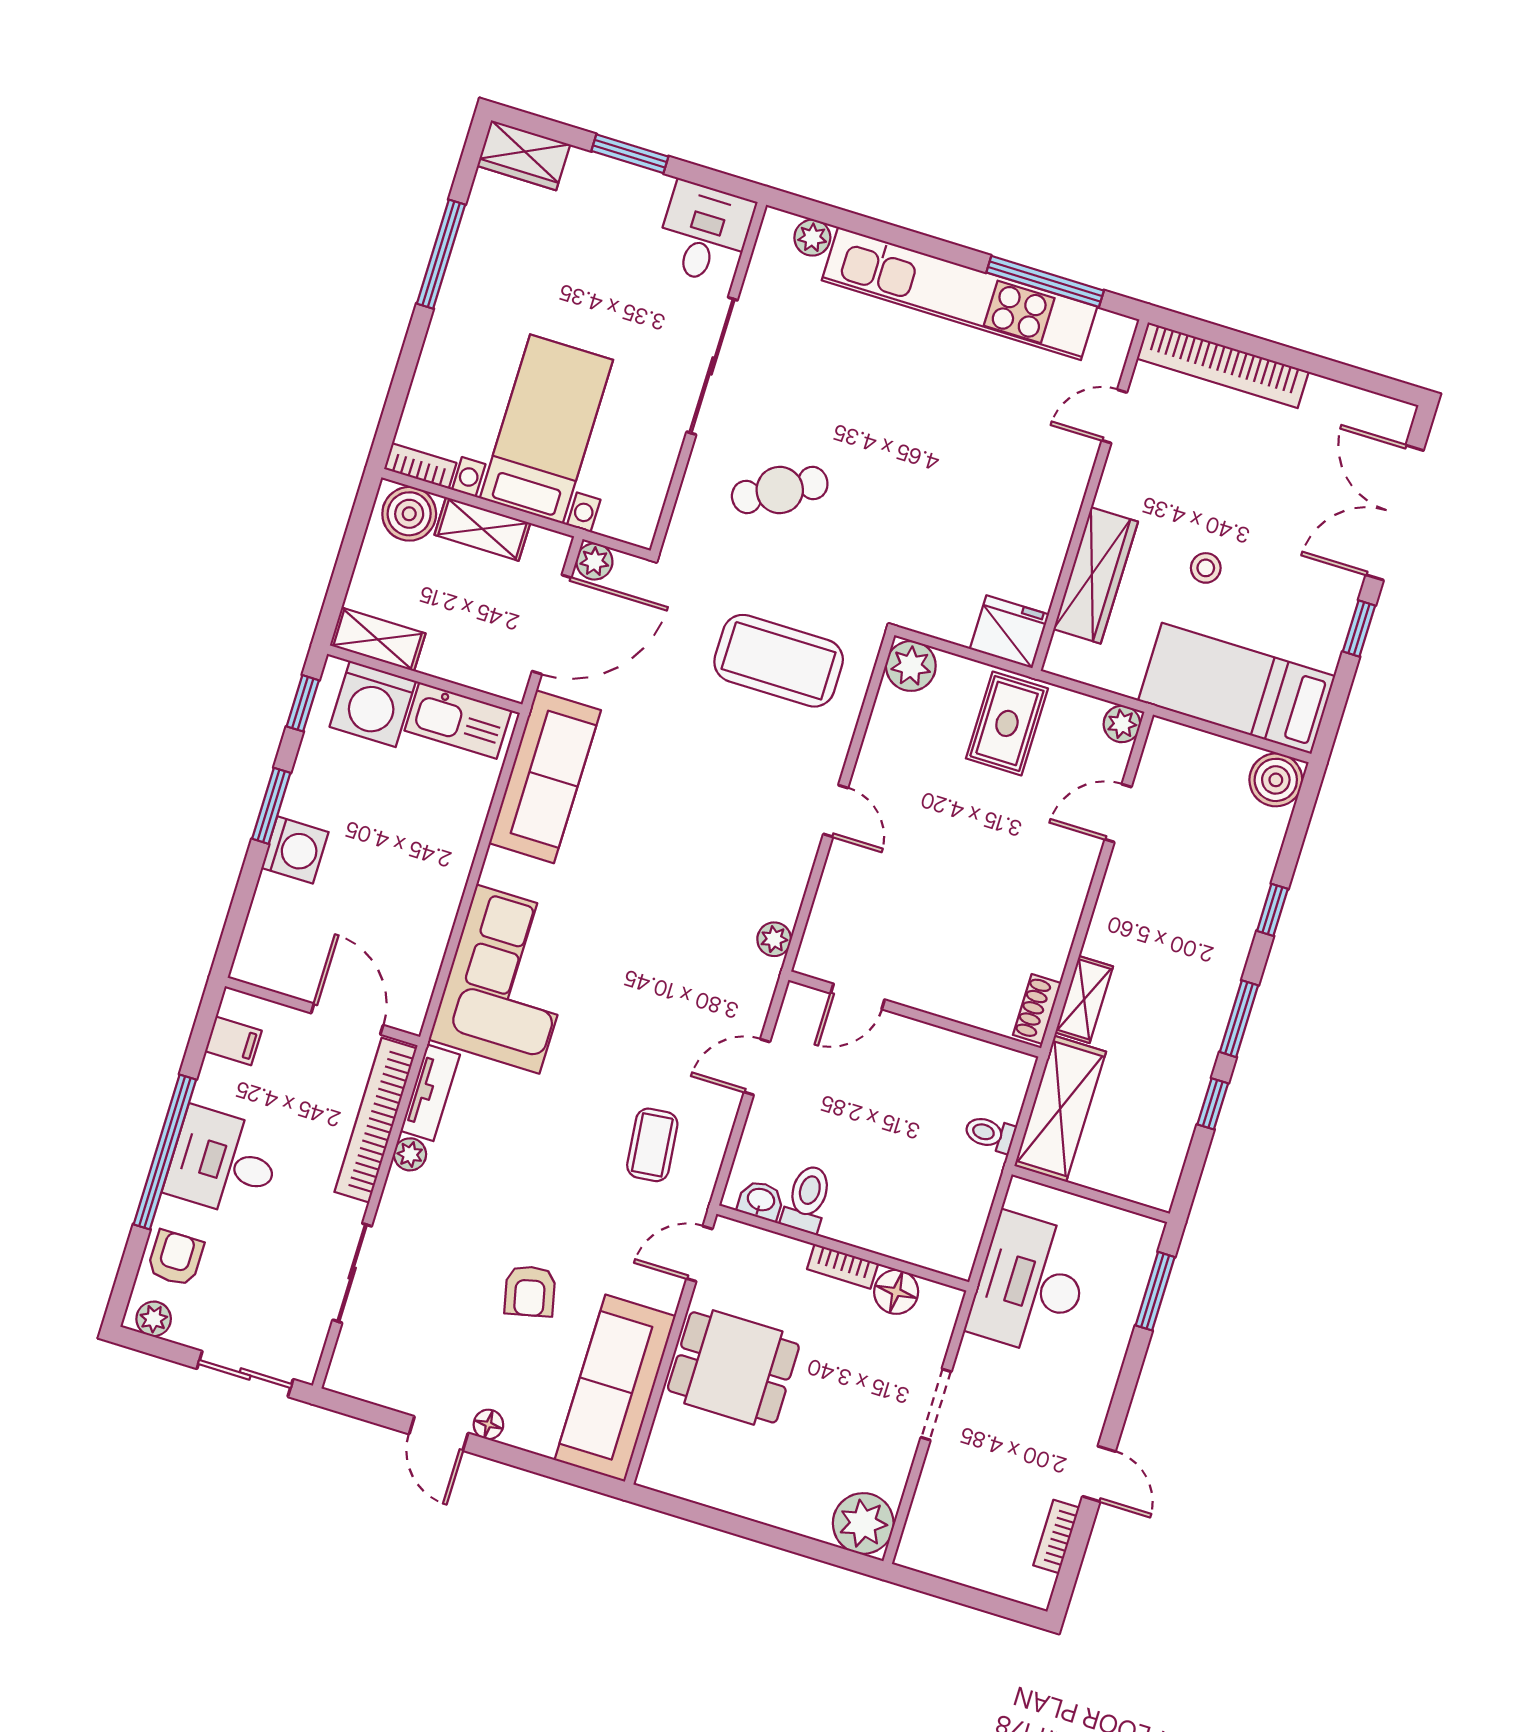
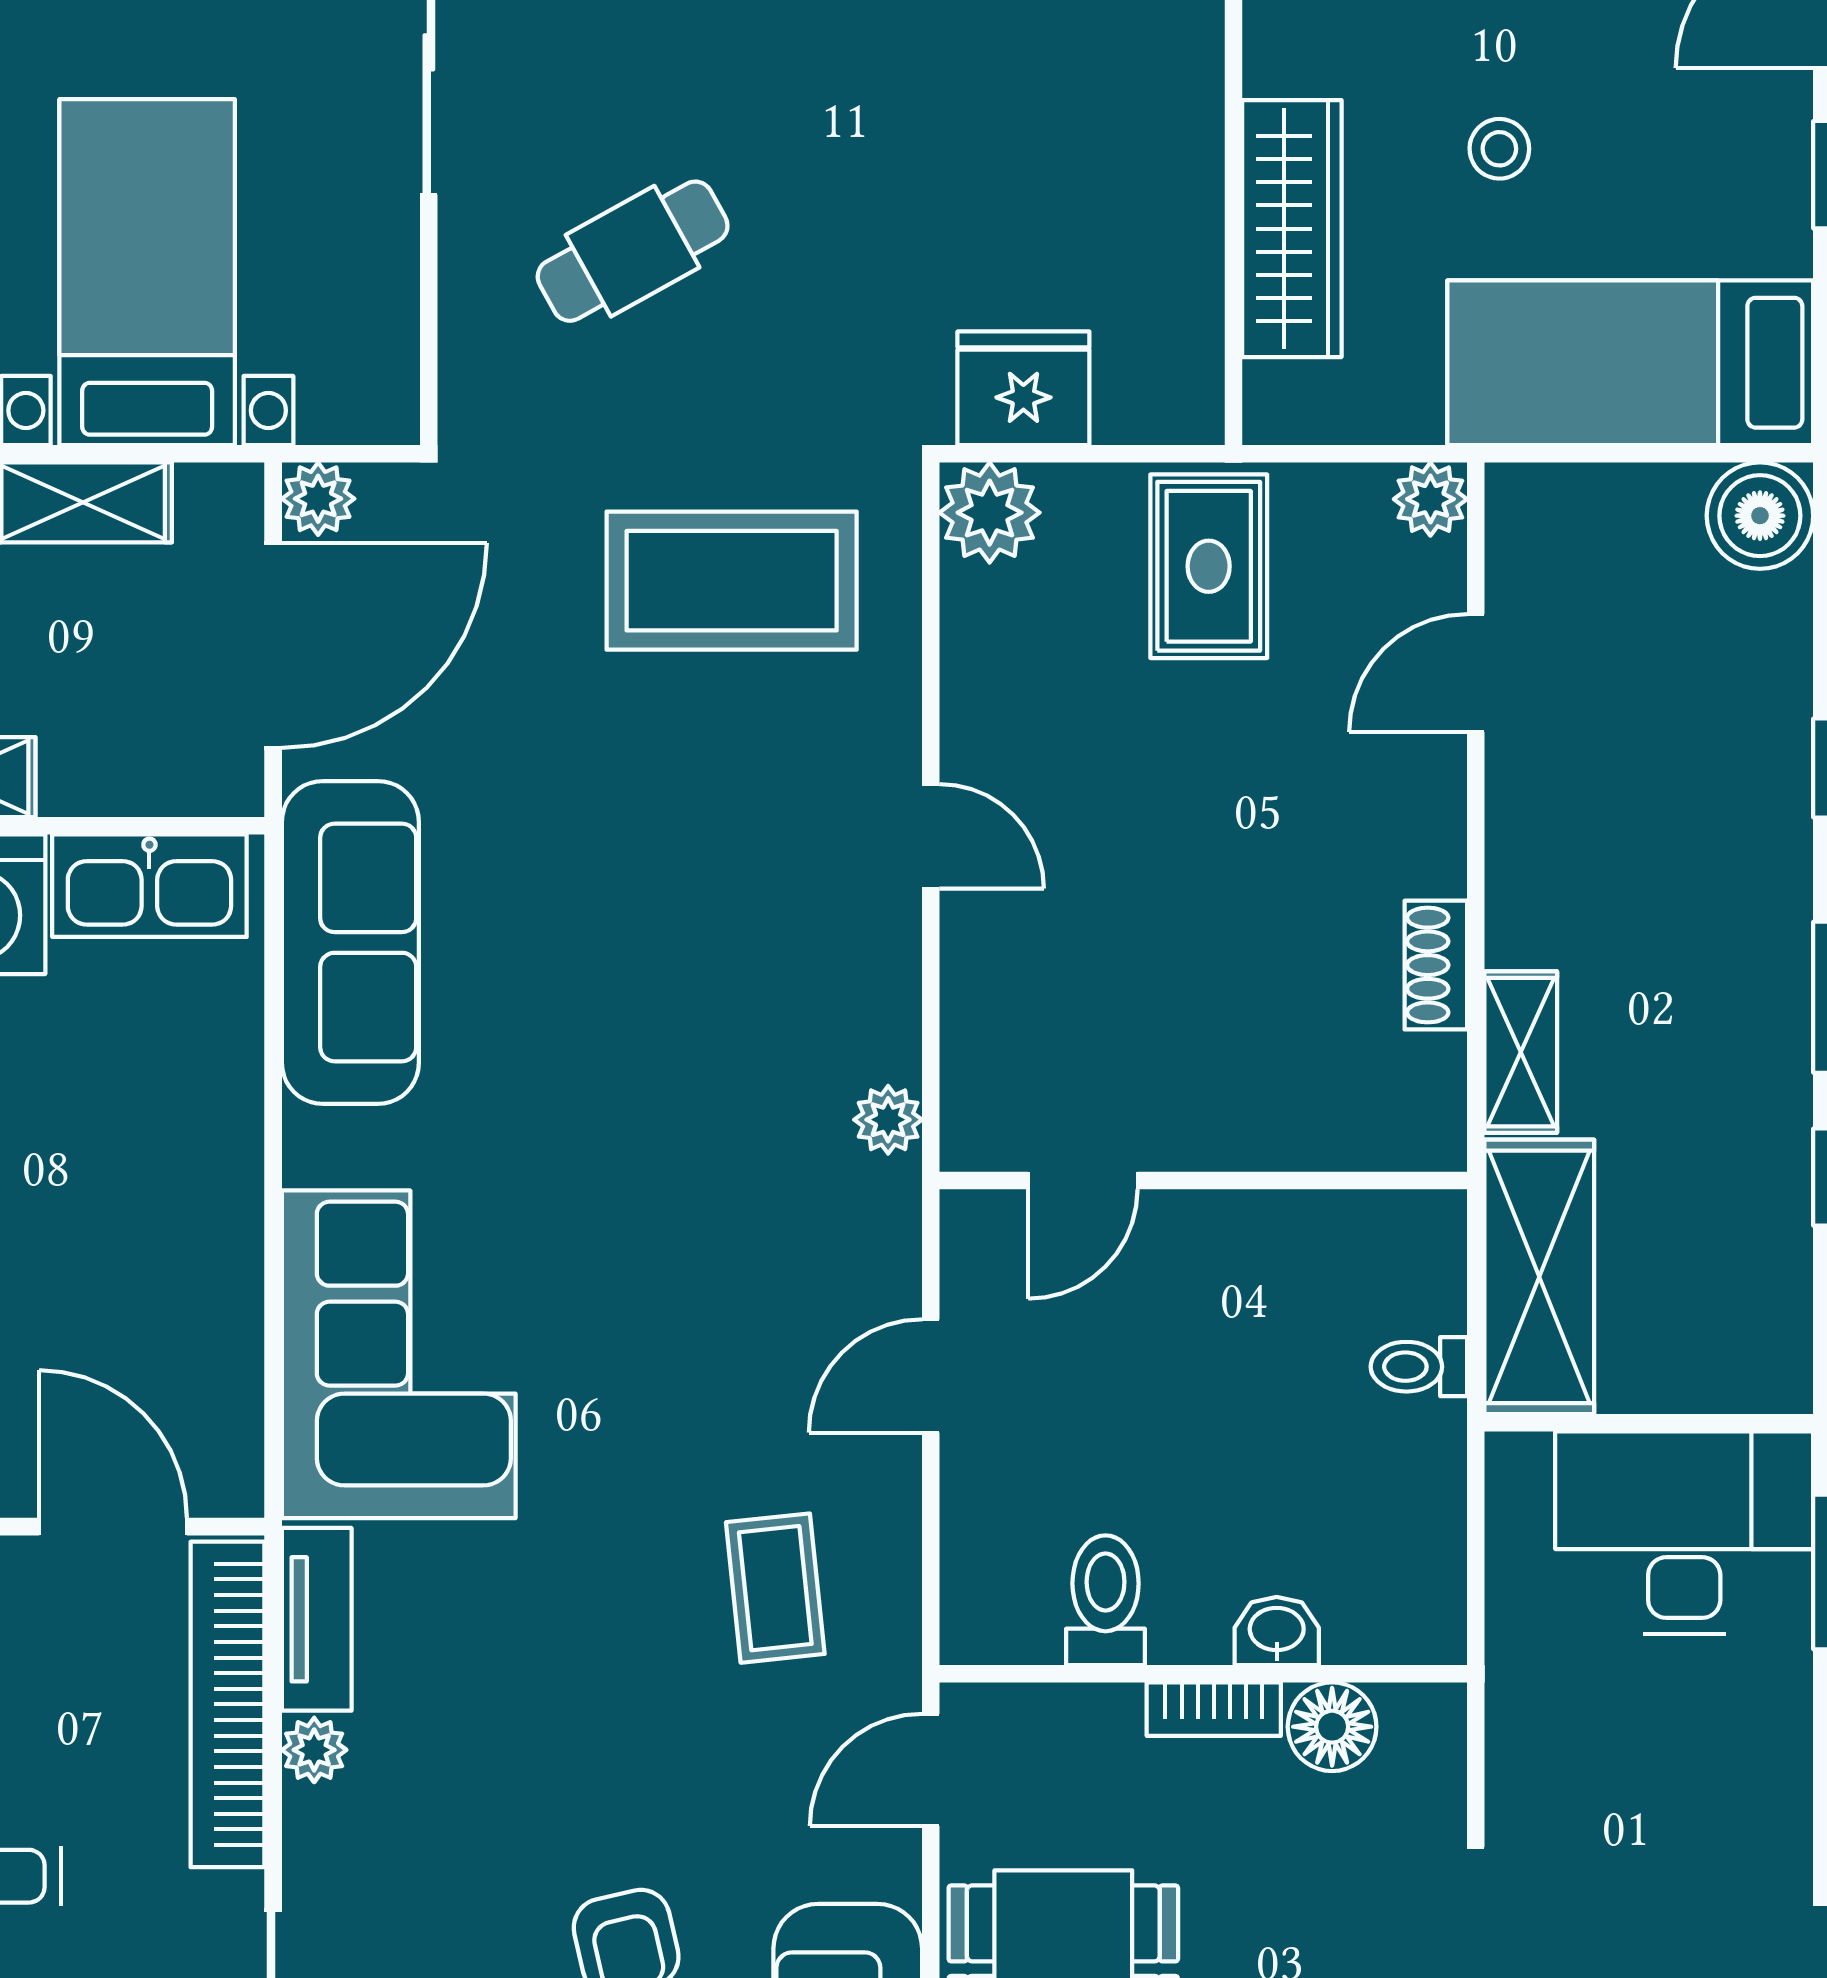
fridge: (1009, 632) -> (1023, 388), moved
shoe rack: (1037, 1009) -> (1436, 965), moved
washbasin: (761, 1201) -> (1277, 1631), moved
desk: (1030, 1284) -> (1684, 1533), moved, turned 90

